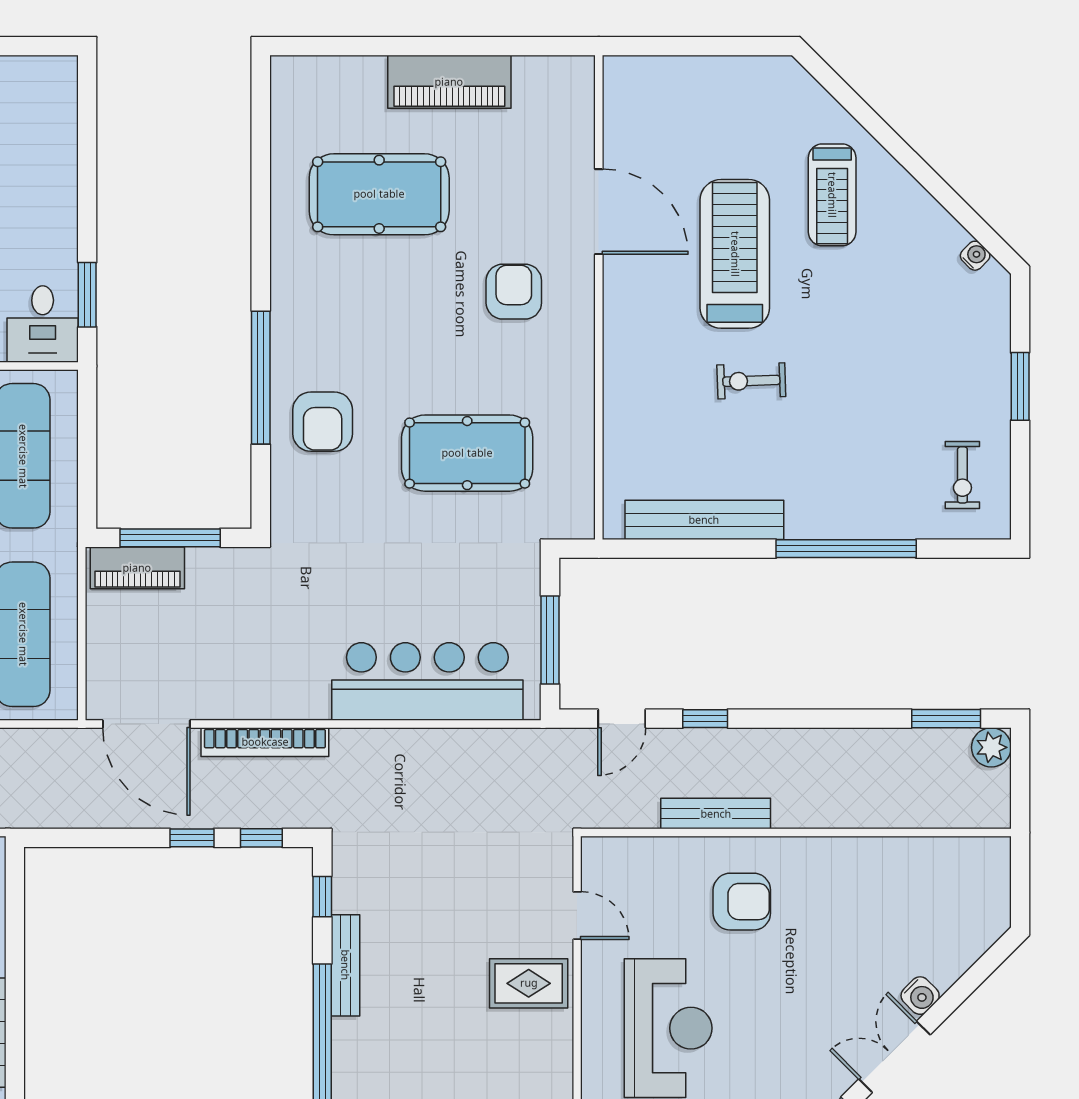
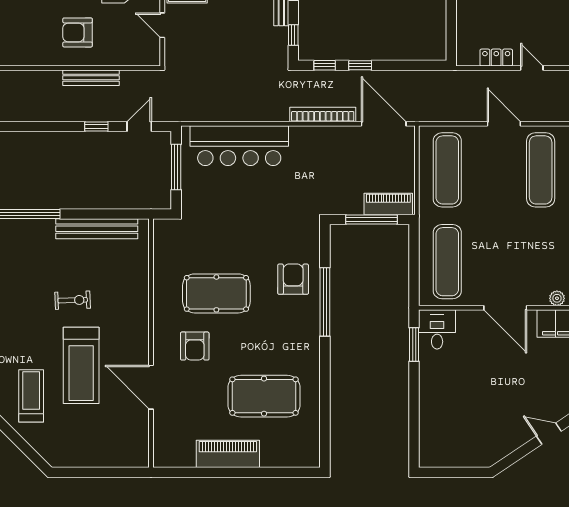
pool table: (467, 453) -> (216, 293), moved

